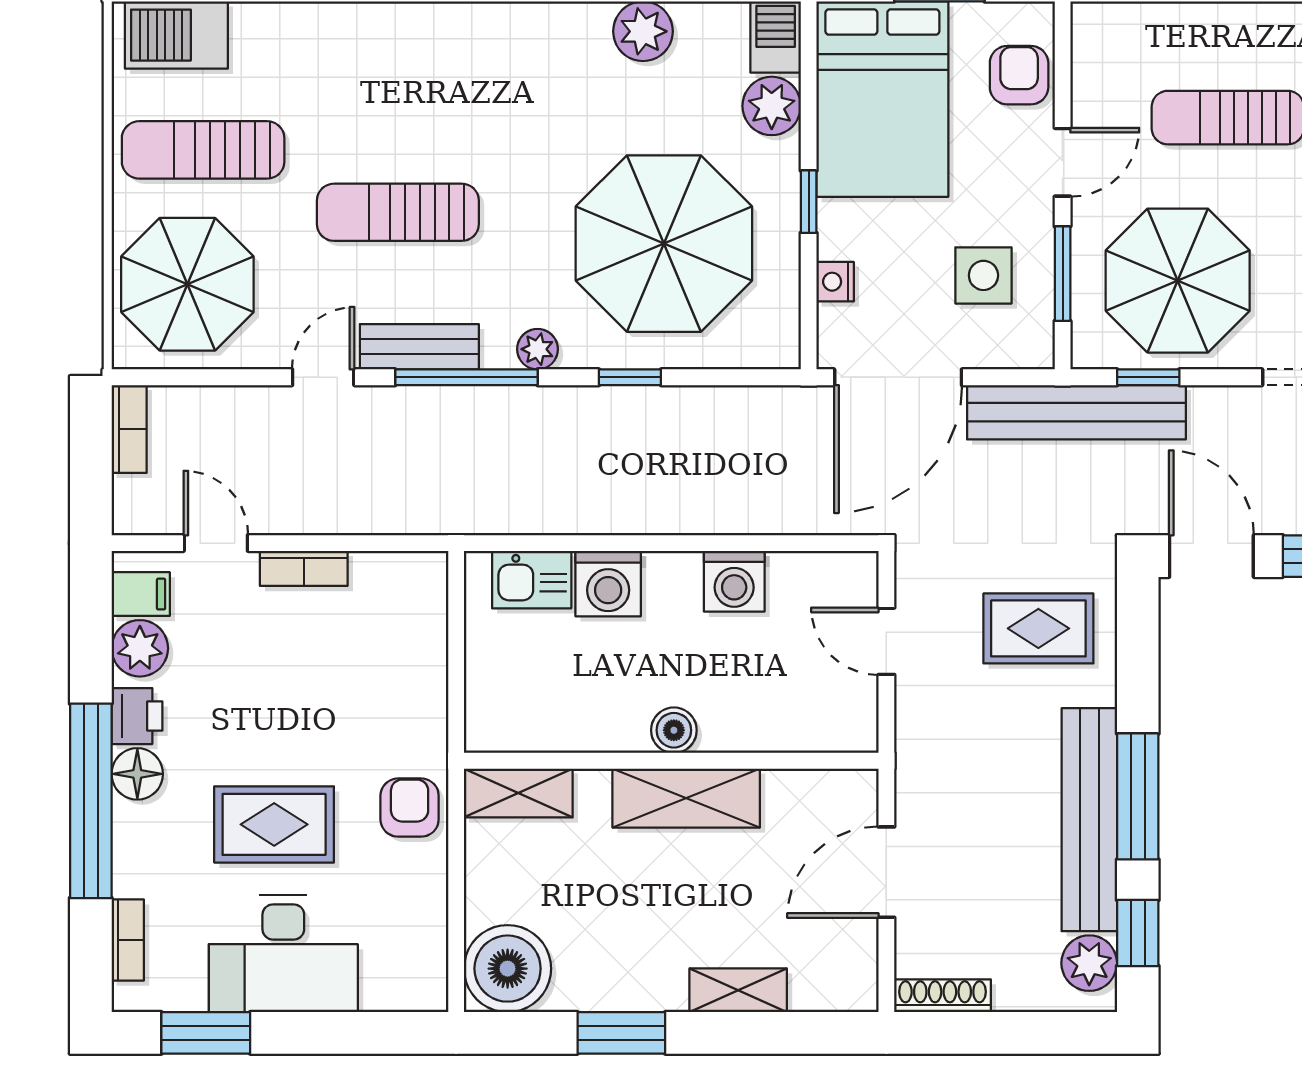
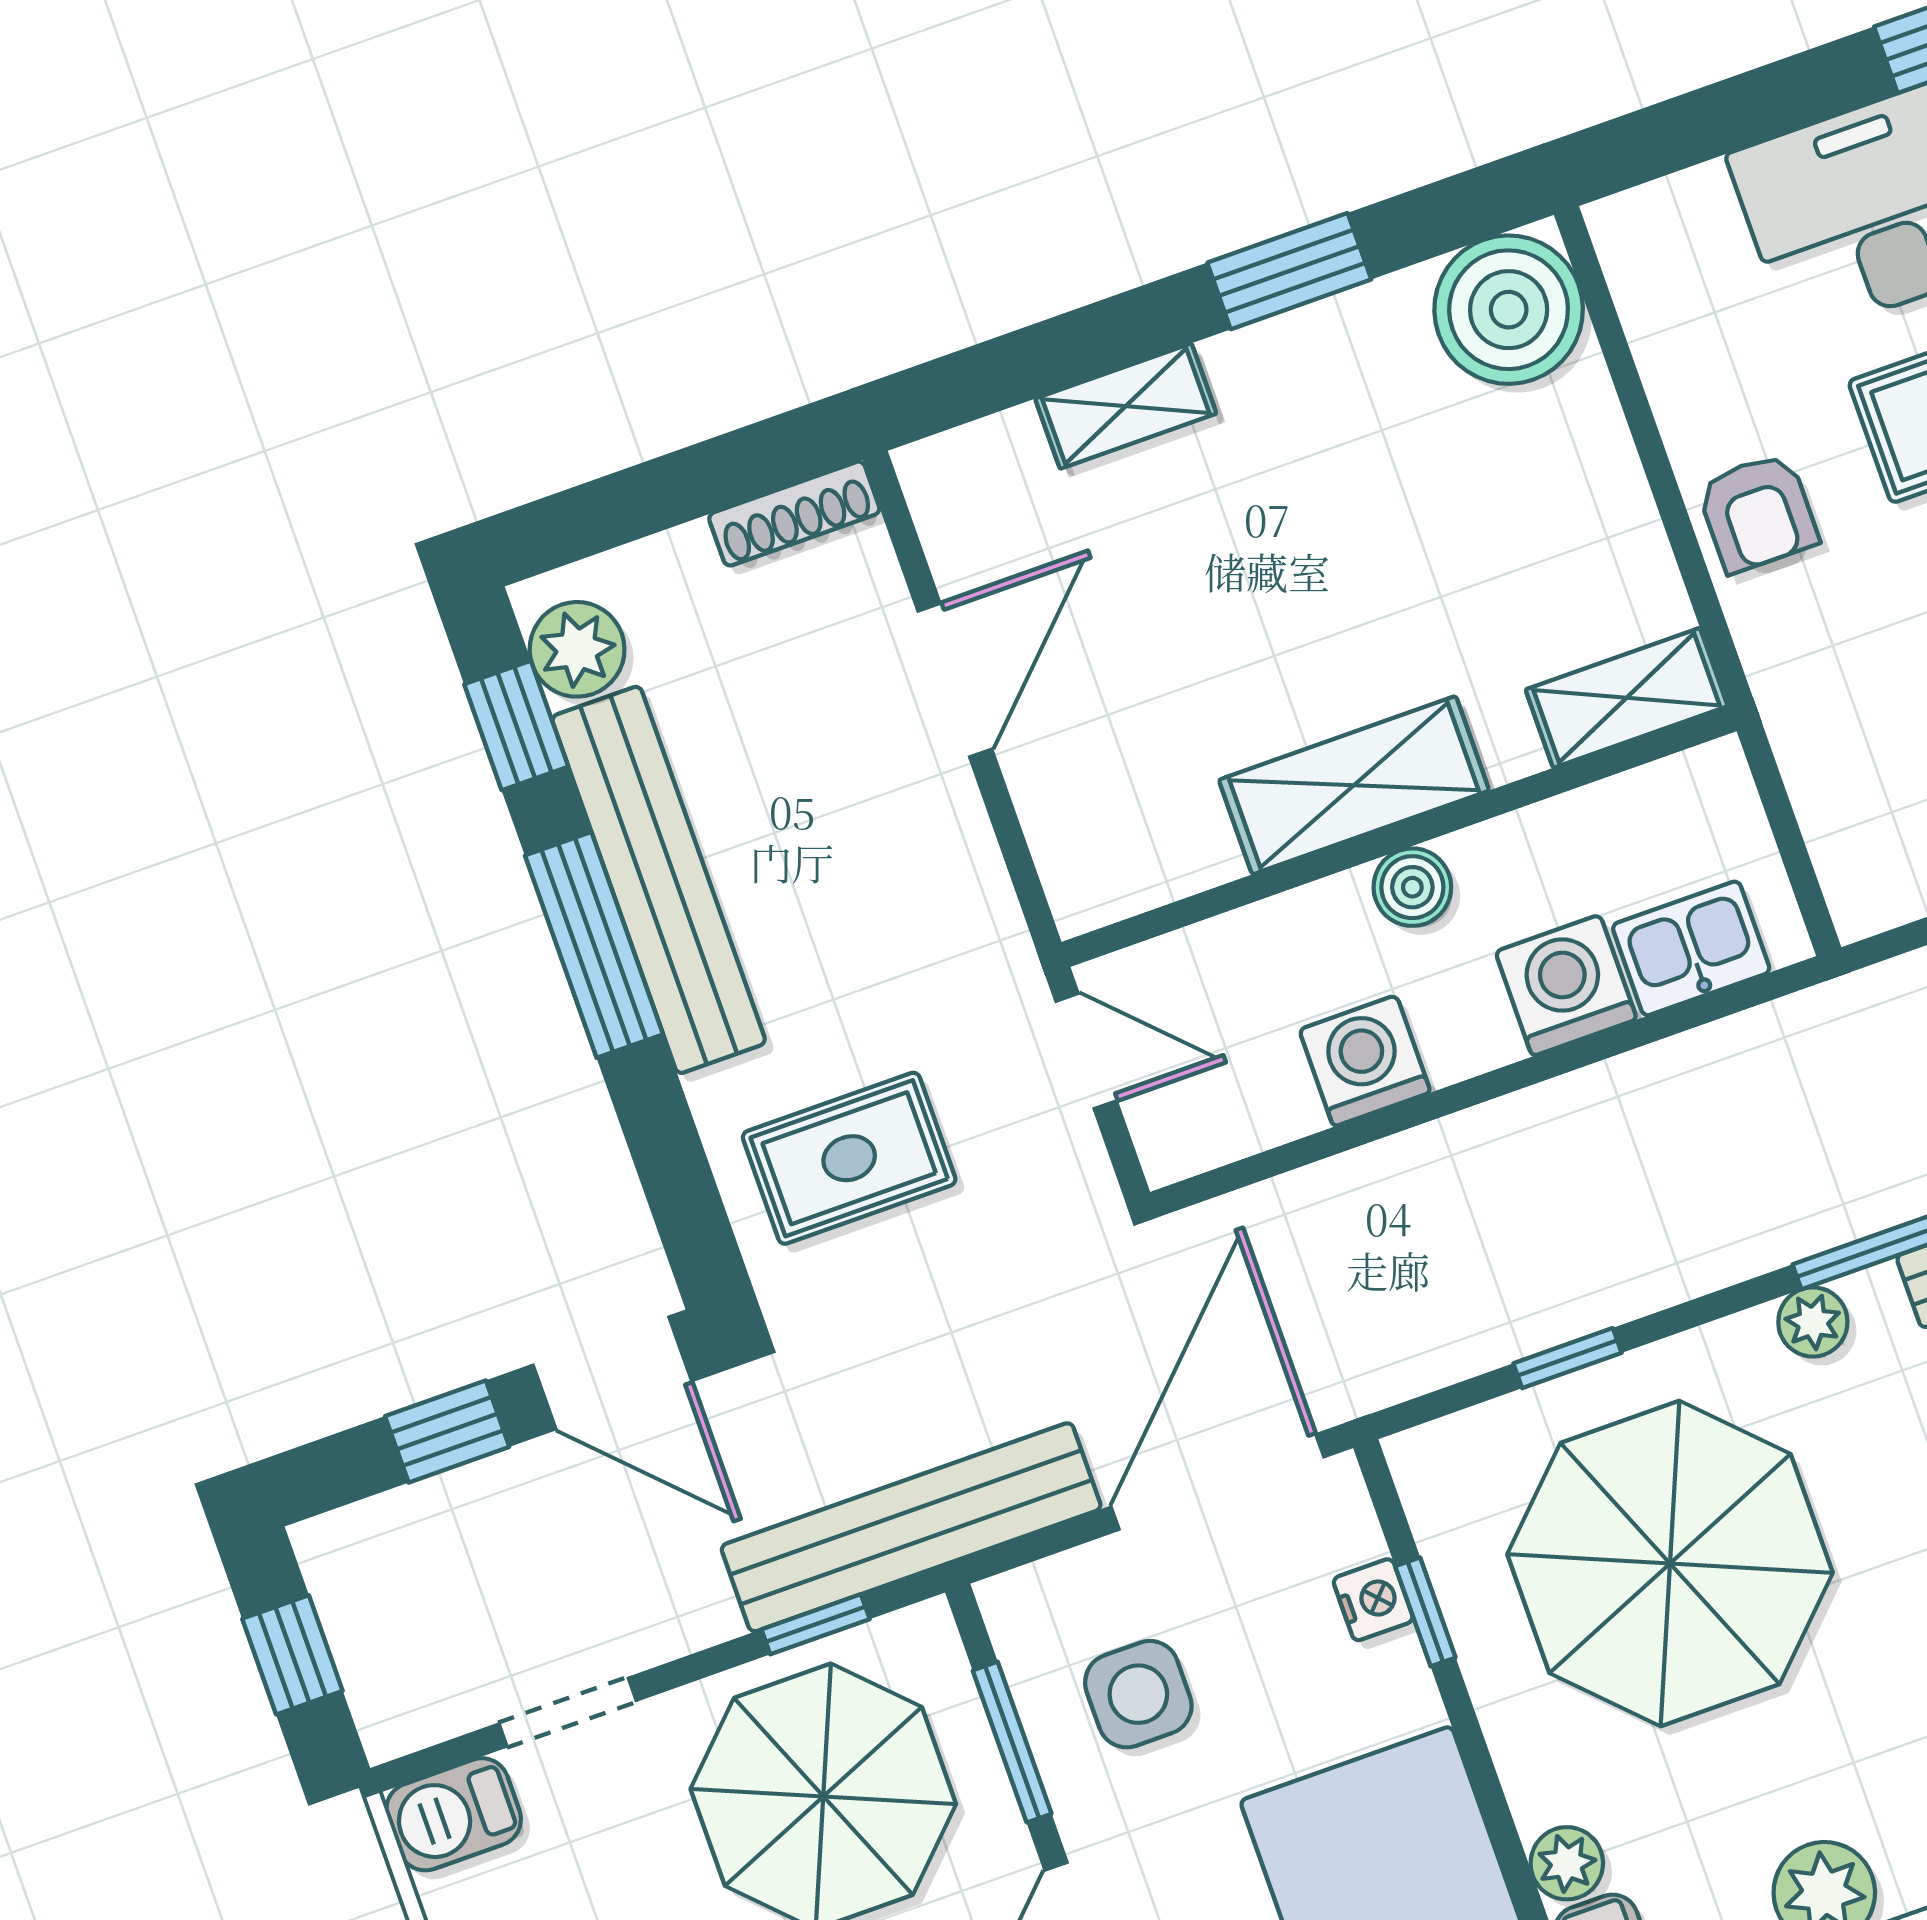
plant: (772, 106) -> (1567, 1863), width x0.73, depth x0.73
window: (809, 202) -> (1425, 1612), moved
window: (630, 377) -> (1567, 1358), moved
boiler: (674, 730) -> (1412, 887), moved
wall: (671, 761) -> (1399, 837), moved
shelving: (518, 793) -> (1627, 698), moved
shelving: (686, 798) -> (1354, 785), moved

